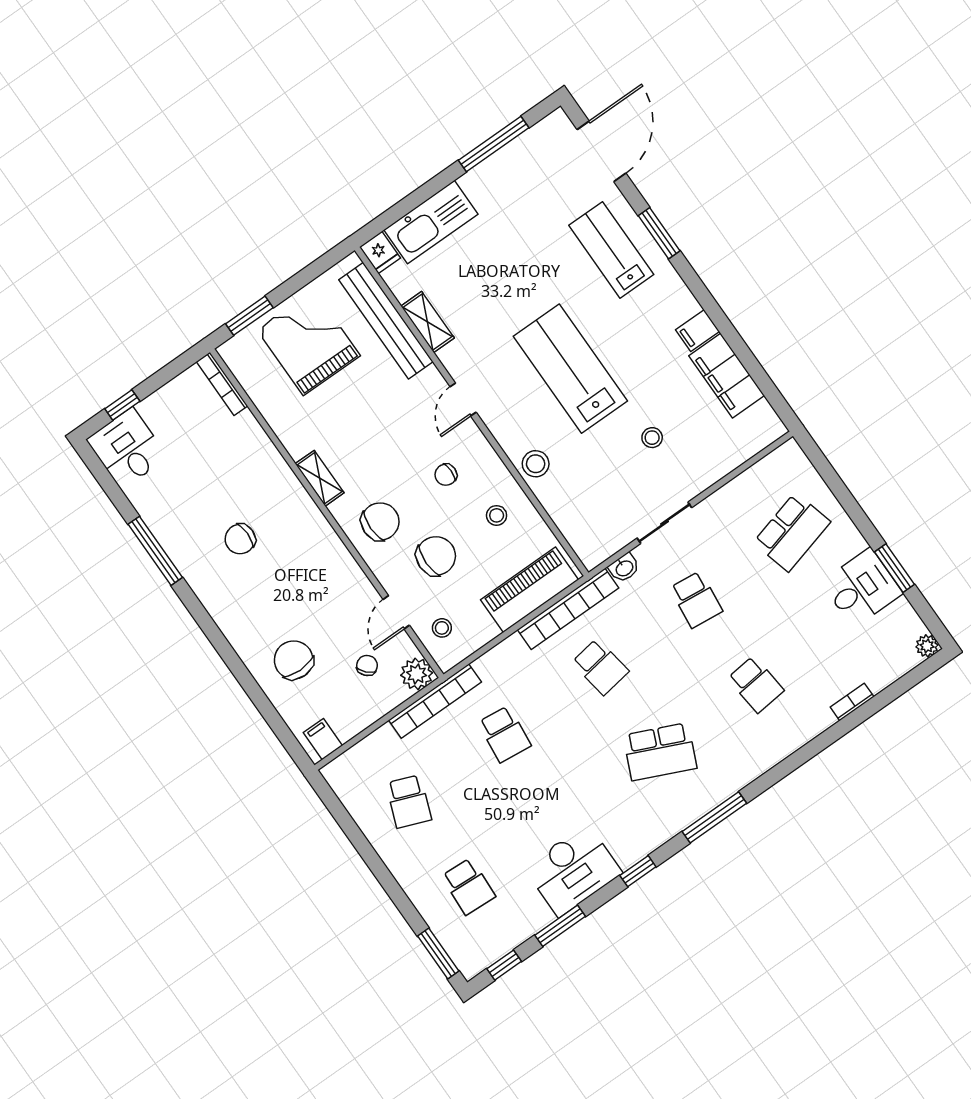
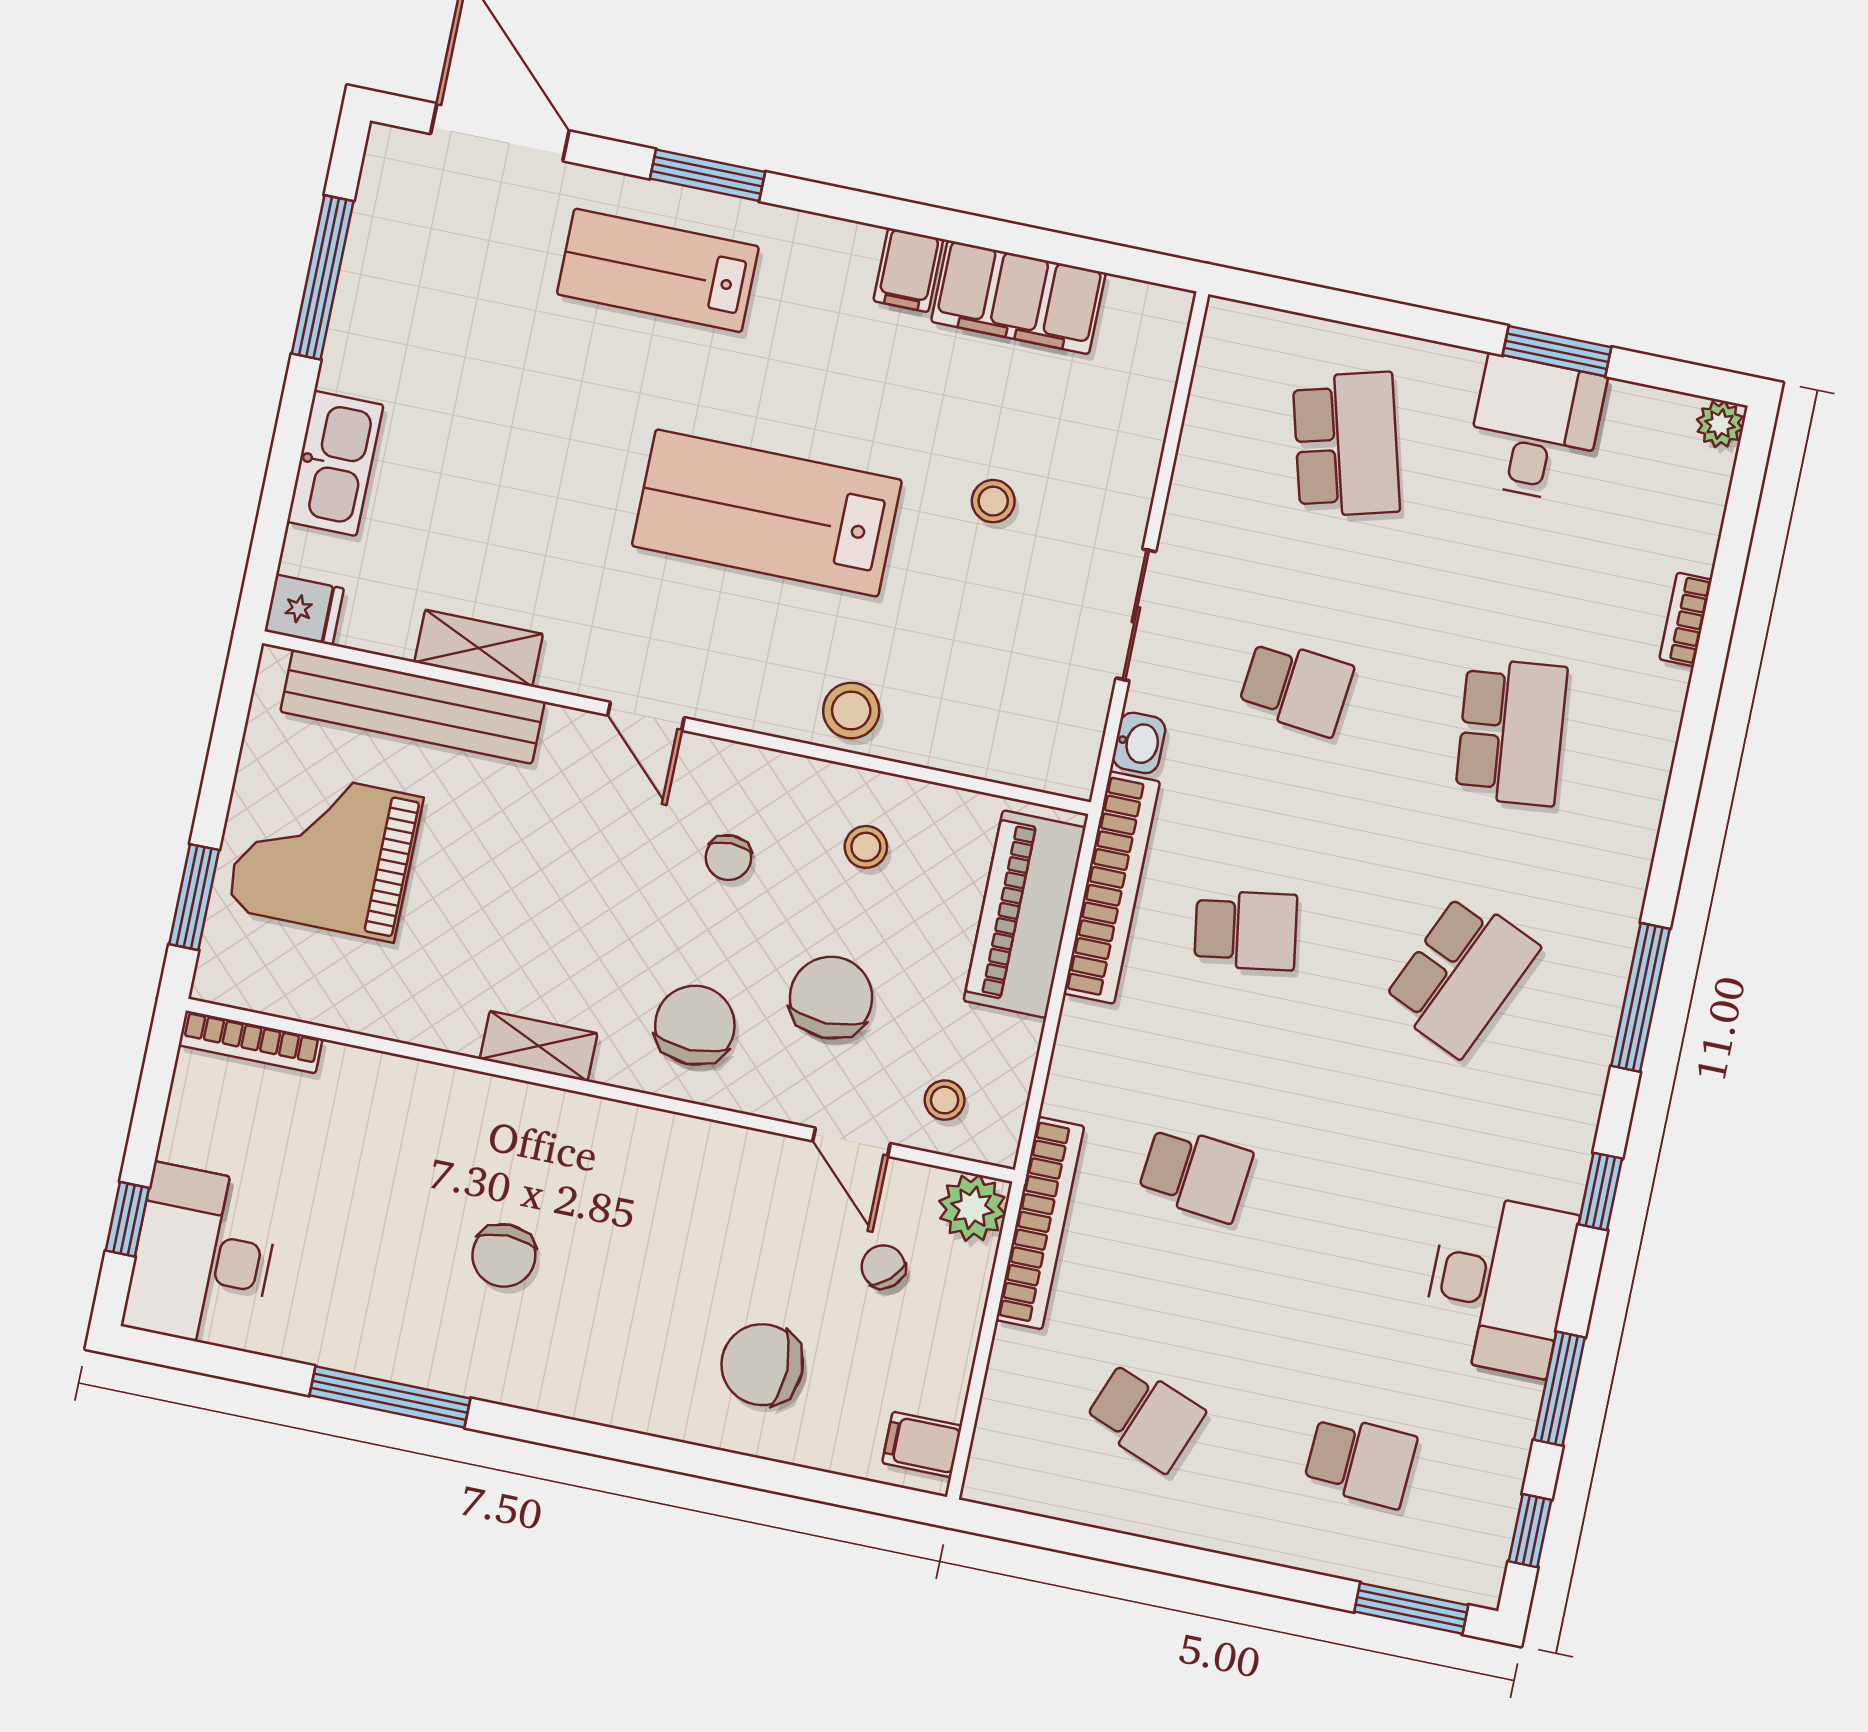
kitchen sink: (431, 222) -> (335, 463), width x0.73, depth x0.81
desk: (127, 448) -> (202, 1257), width x1.37
school desk: (756, 684) -> (1511, 732), width x1.85

